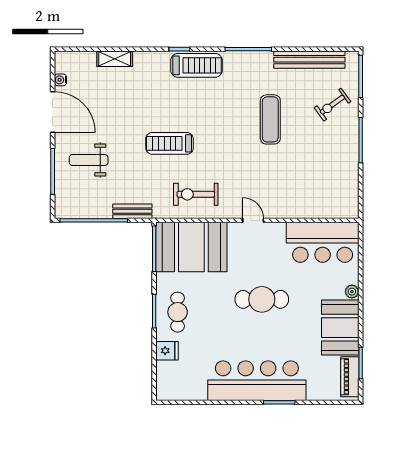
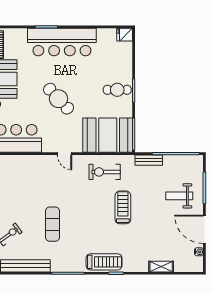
treadmill: (197, 65) -> (104, 262), turned 180
treadmill: (169, 143) -> (123, 207), turned -90
weight bench: (89, 160) -> (179, 196), turned 180
exercise bike: (196, 194) -> (105, 172), turned 180
cafe table: (262, 299) -> (59, 99), turned 47
cafe table: (178, 312) -> (117, 90), turned 90
fridge: (167, 351) -> (125, 35), moved

